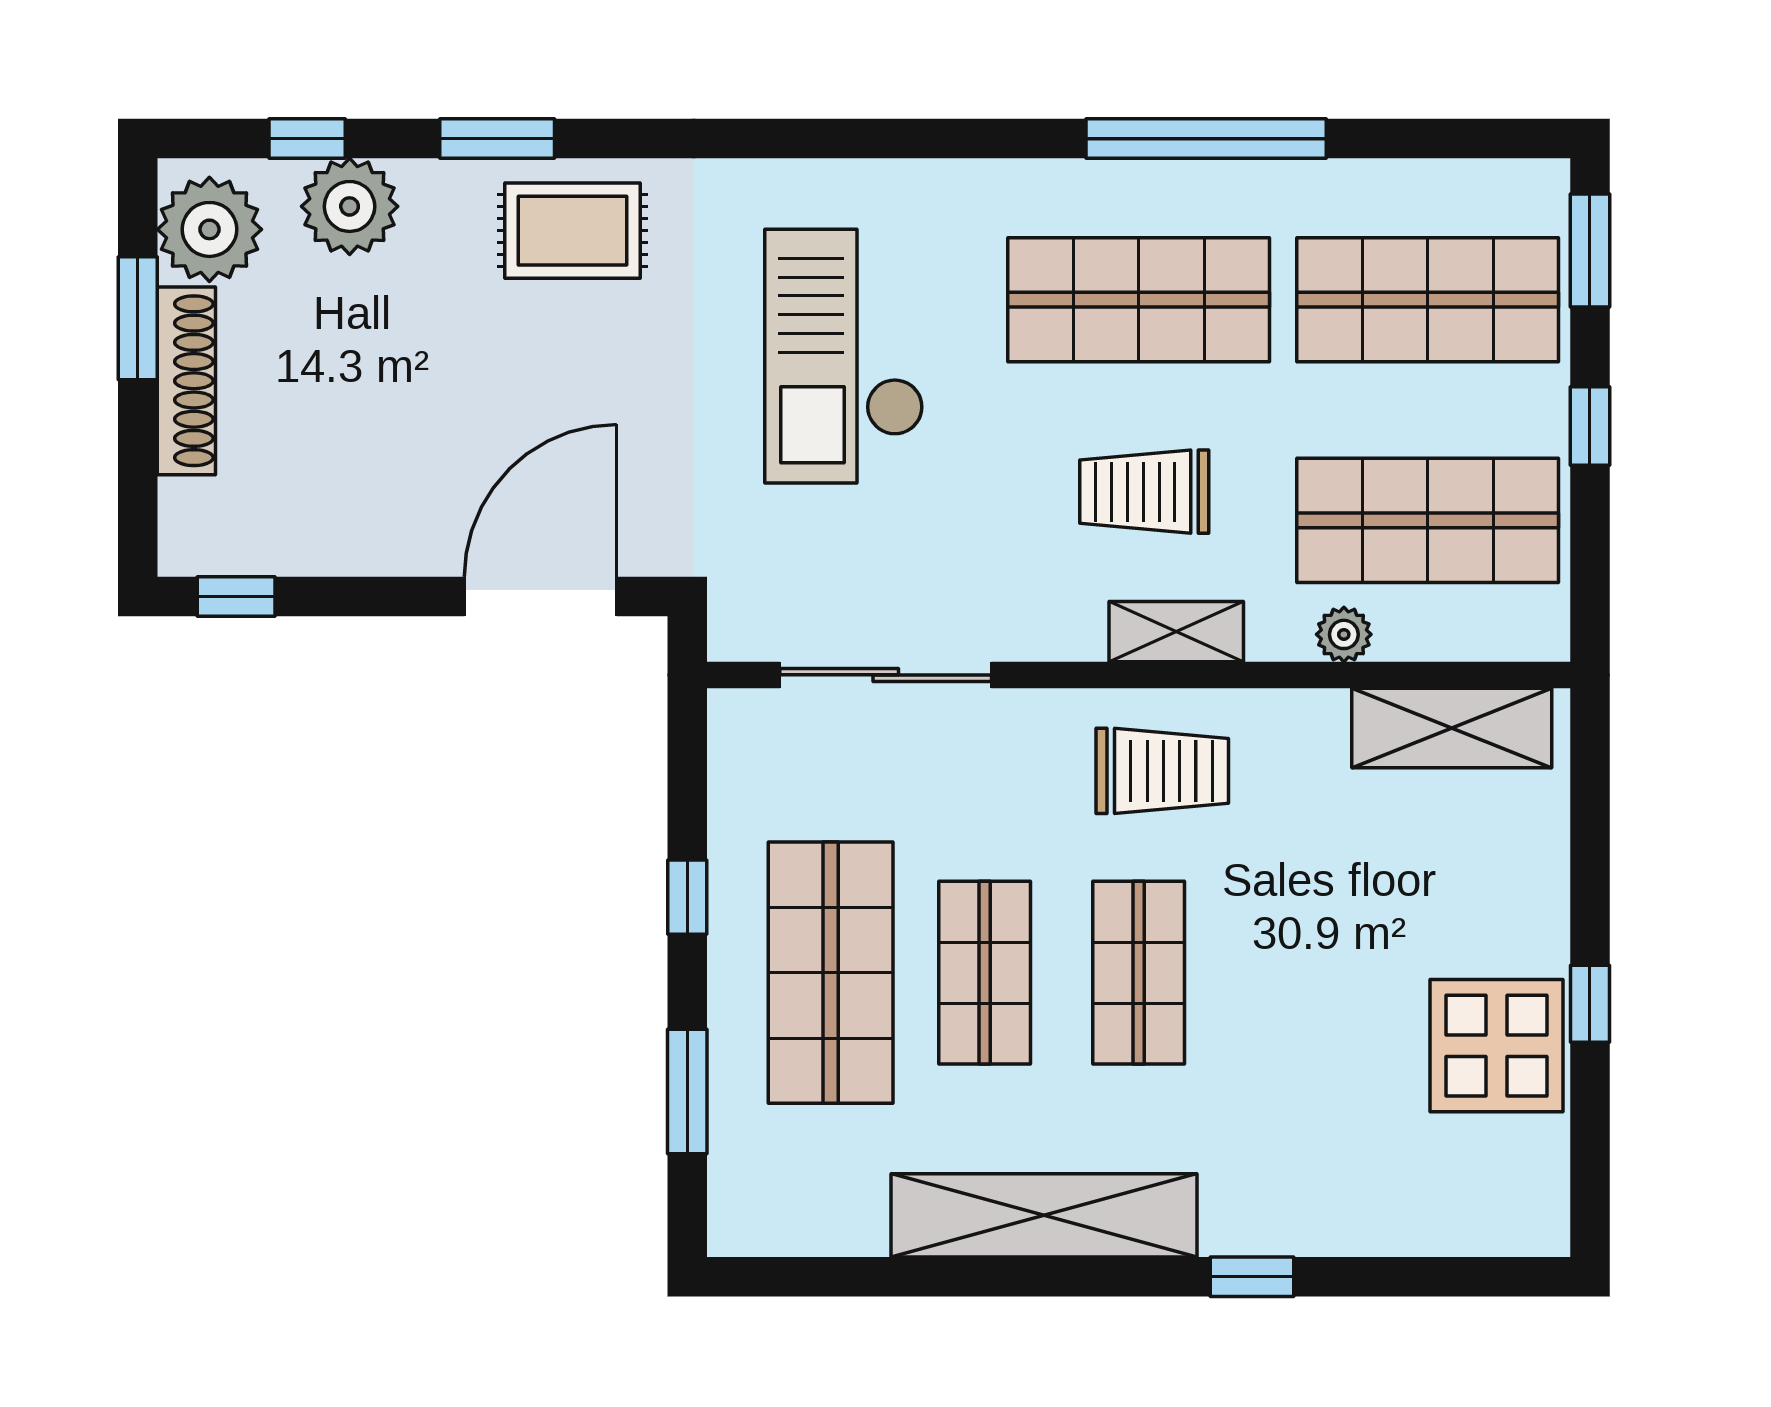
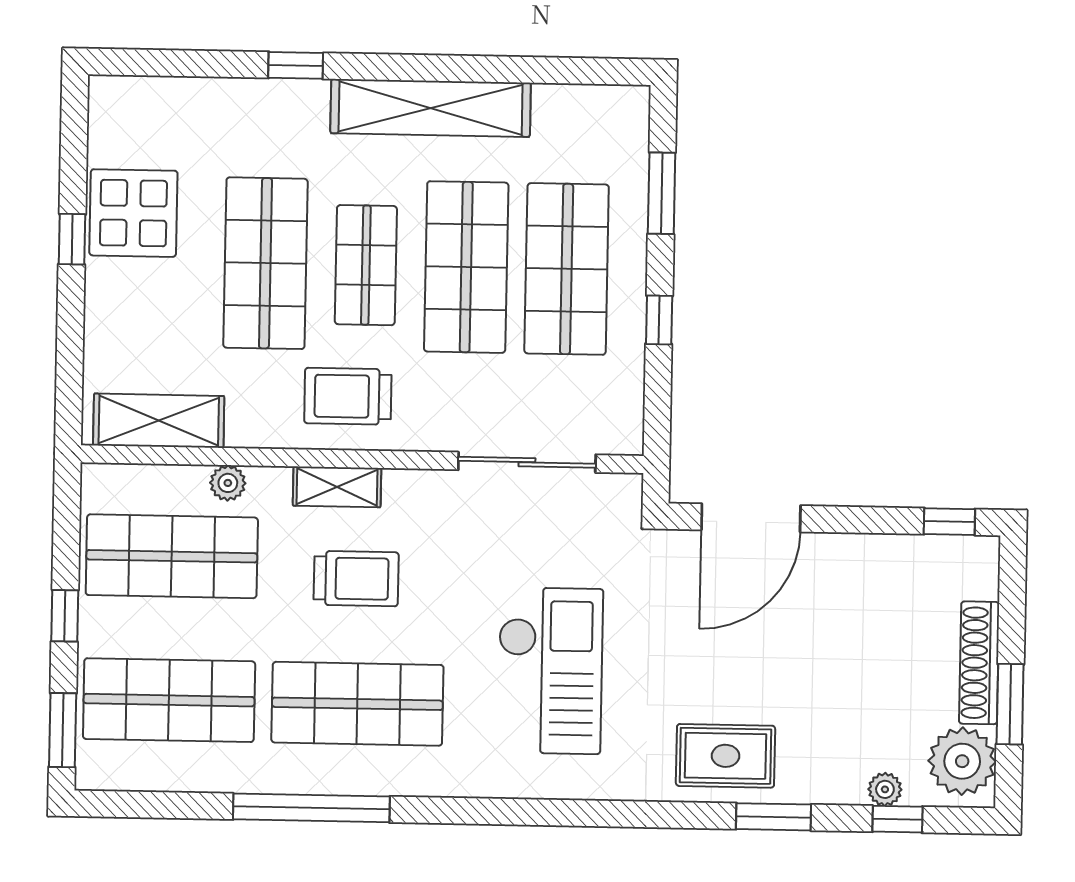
plant: (350, 206) -> (885, 789), width x0.53, depth x0.53
shop shelf: (985, 973) -> (466, 267), width x1.43, depth x1.36
shop shelf: (1293, 973) -> (265, 263), added

